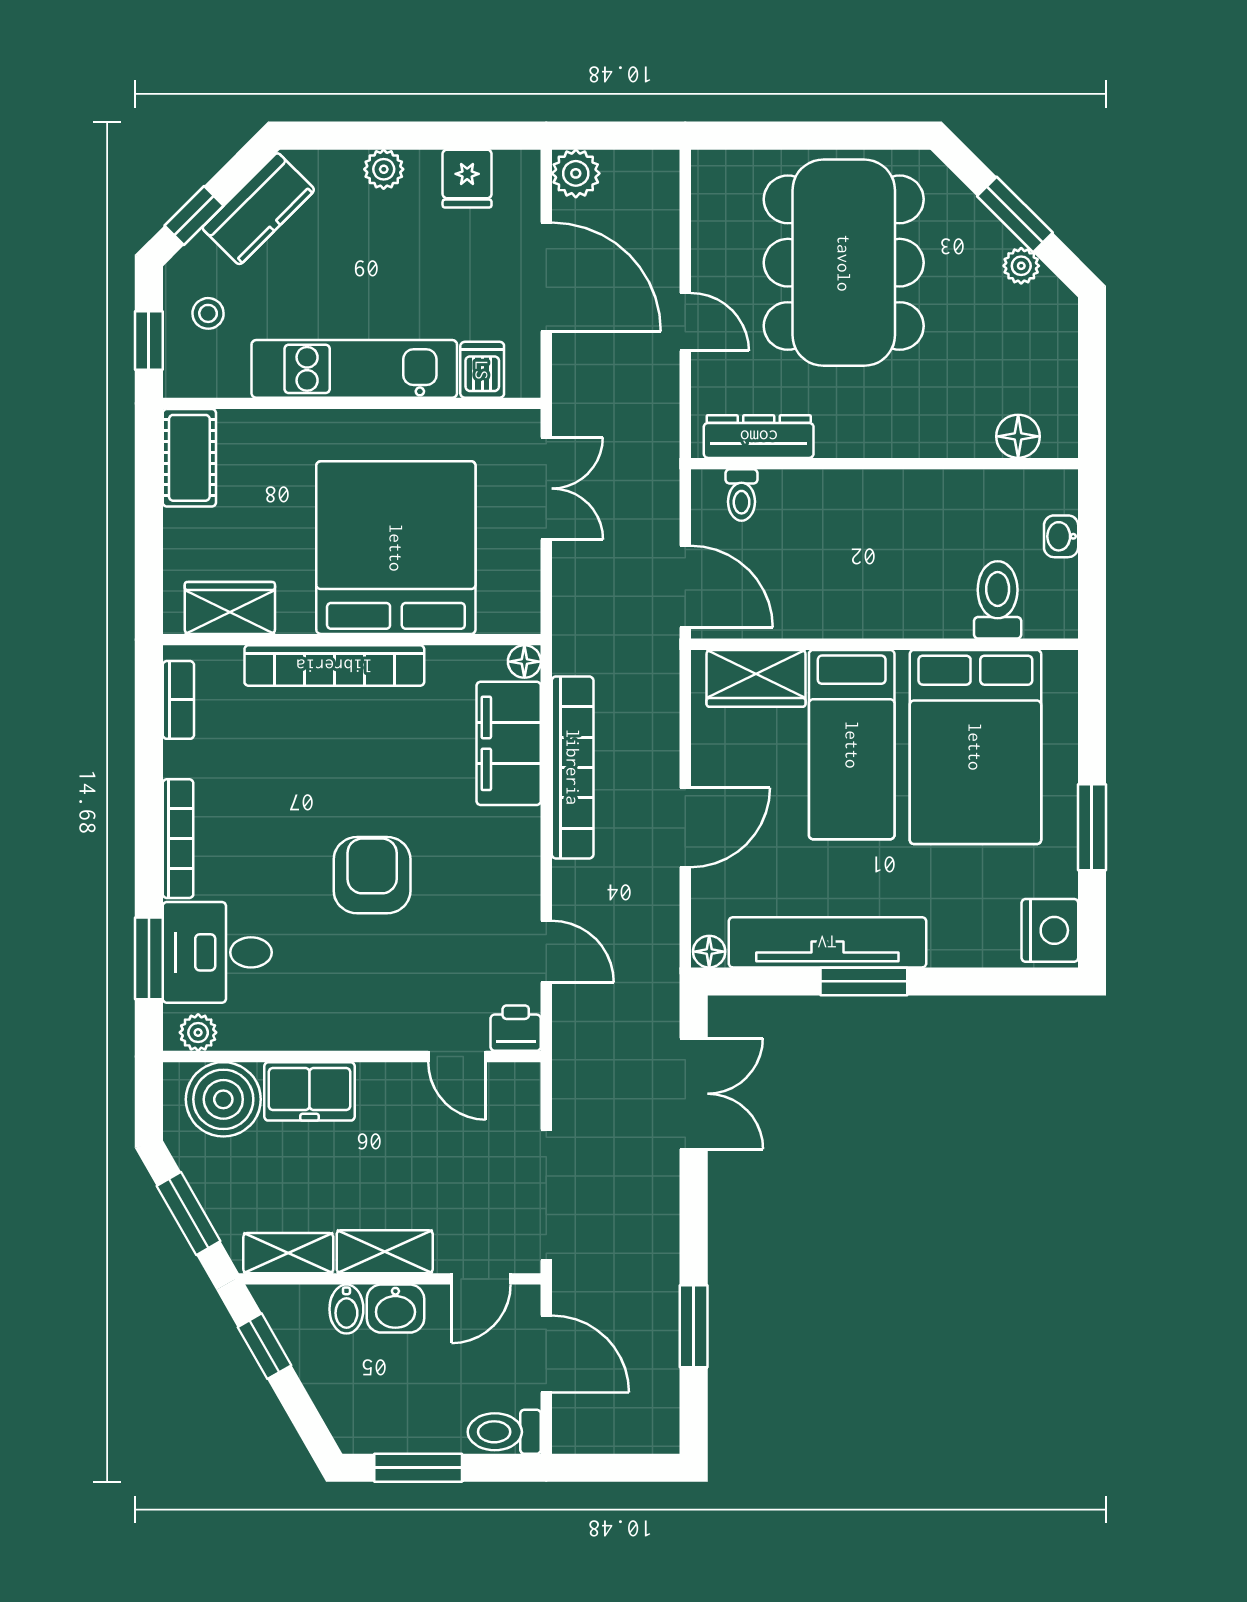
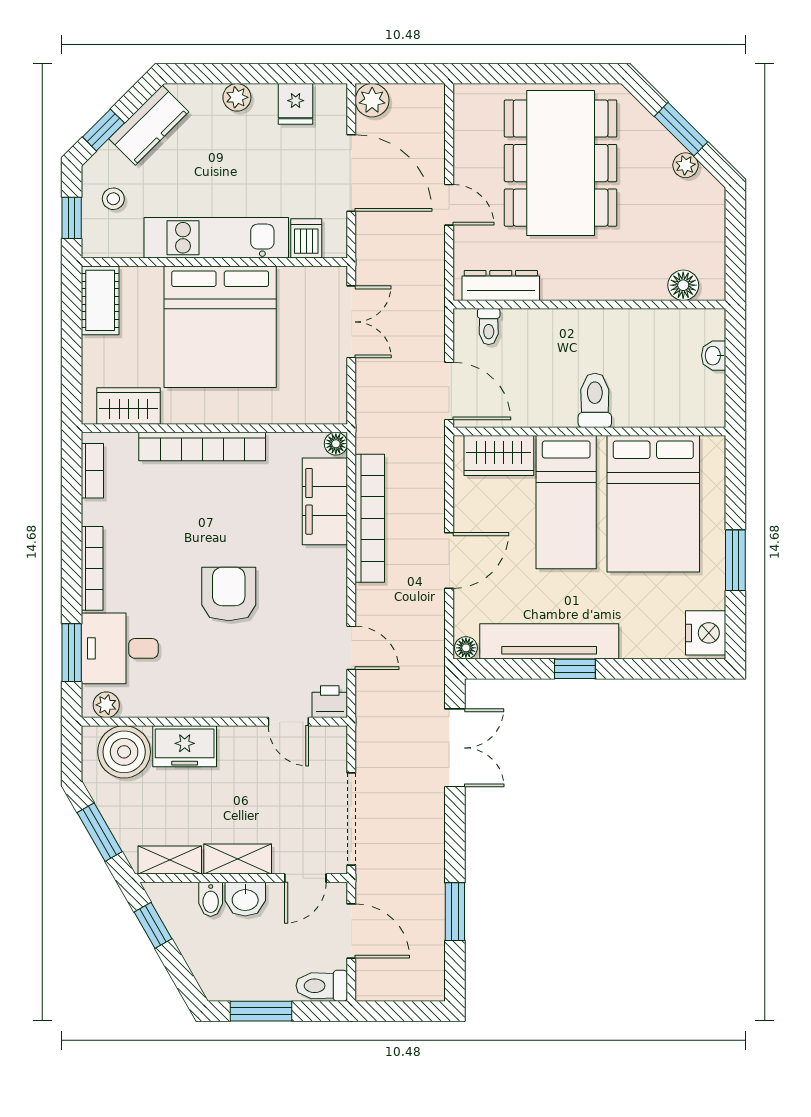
bed: (396, 548) -> (220, 327), moved, turned 180
toilet: (998, 600) -> (595, 400), moved
window: (864, 981) -> (575, 669), width x0.67

